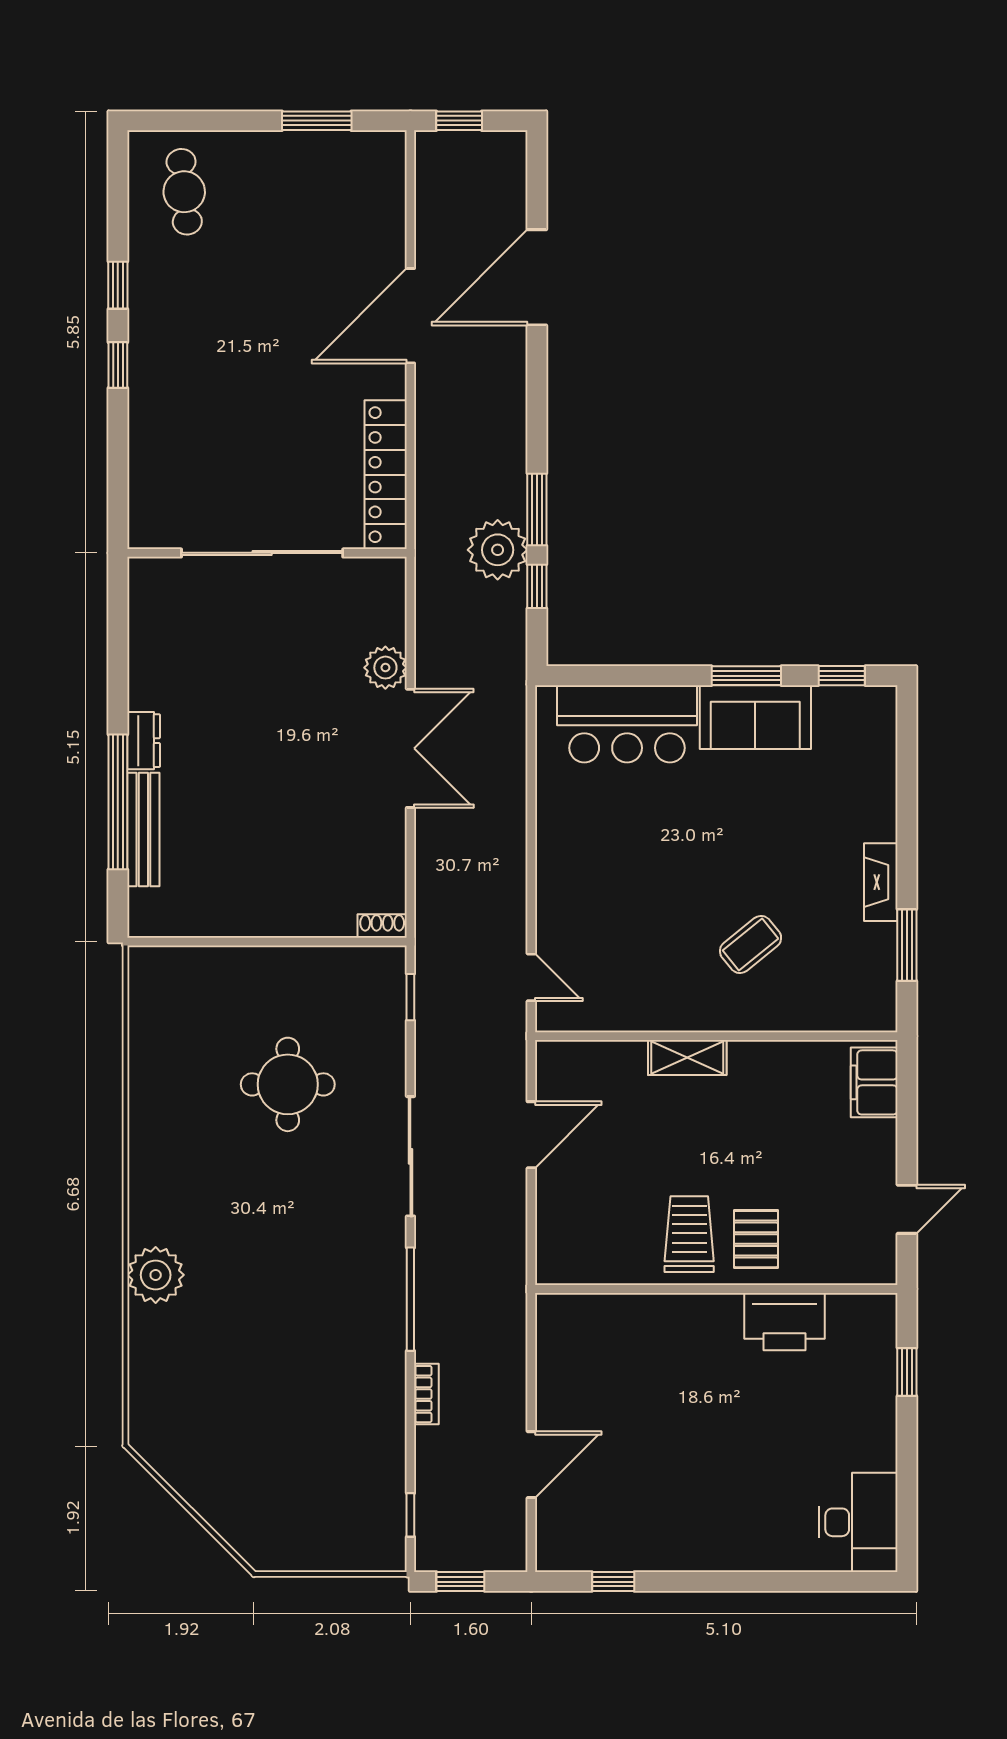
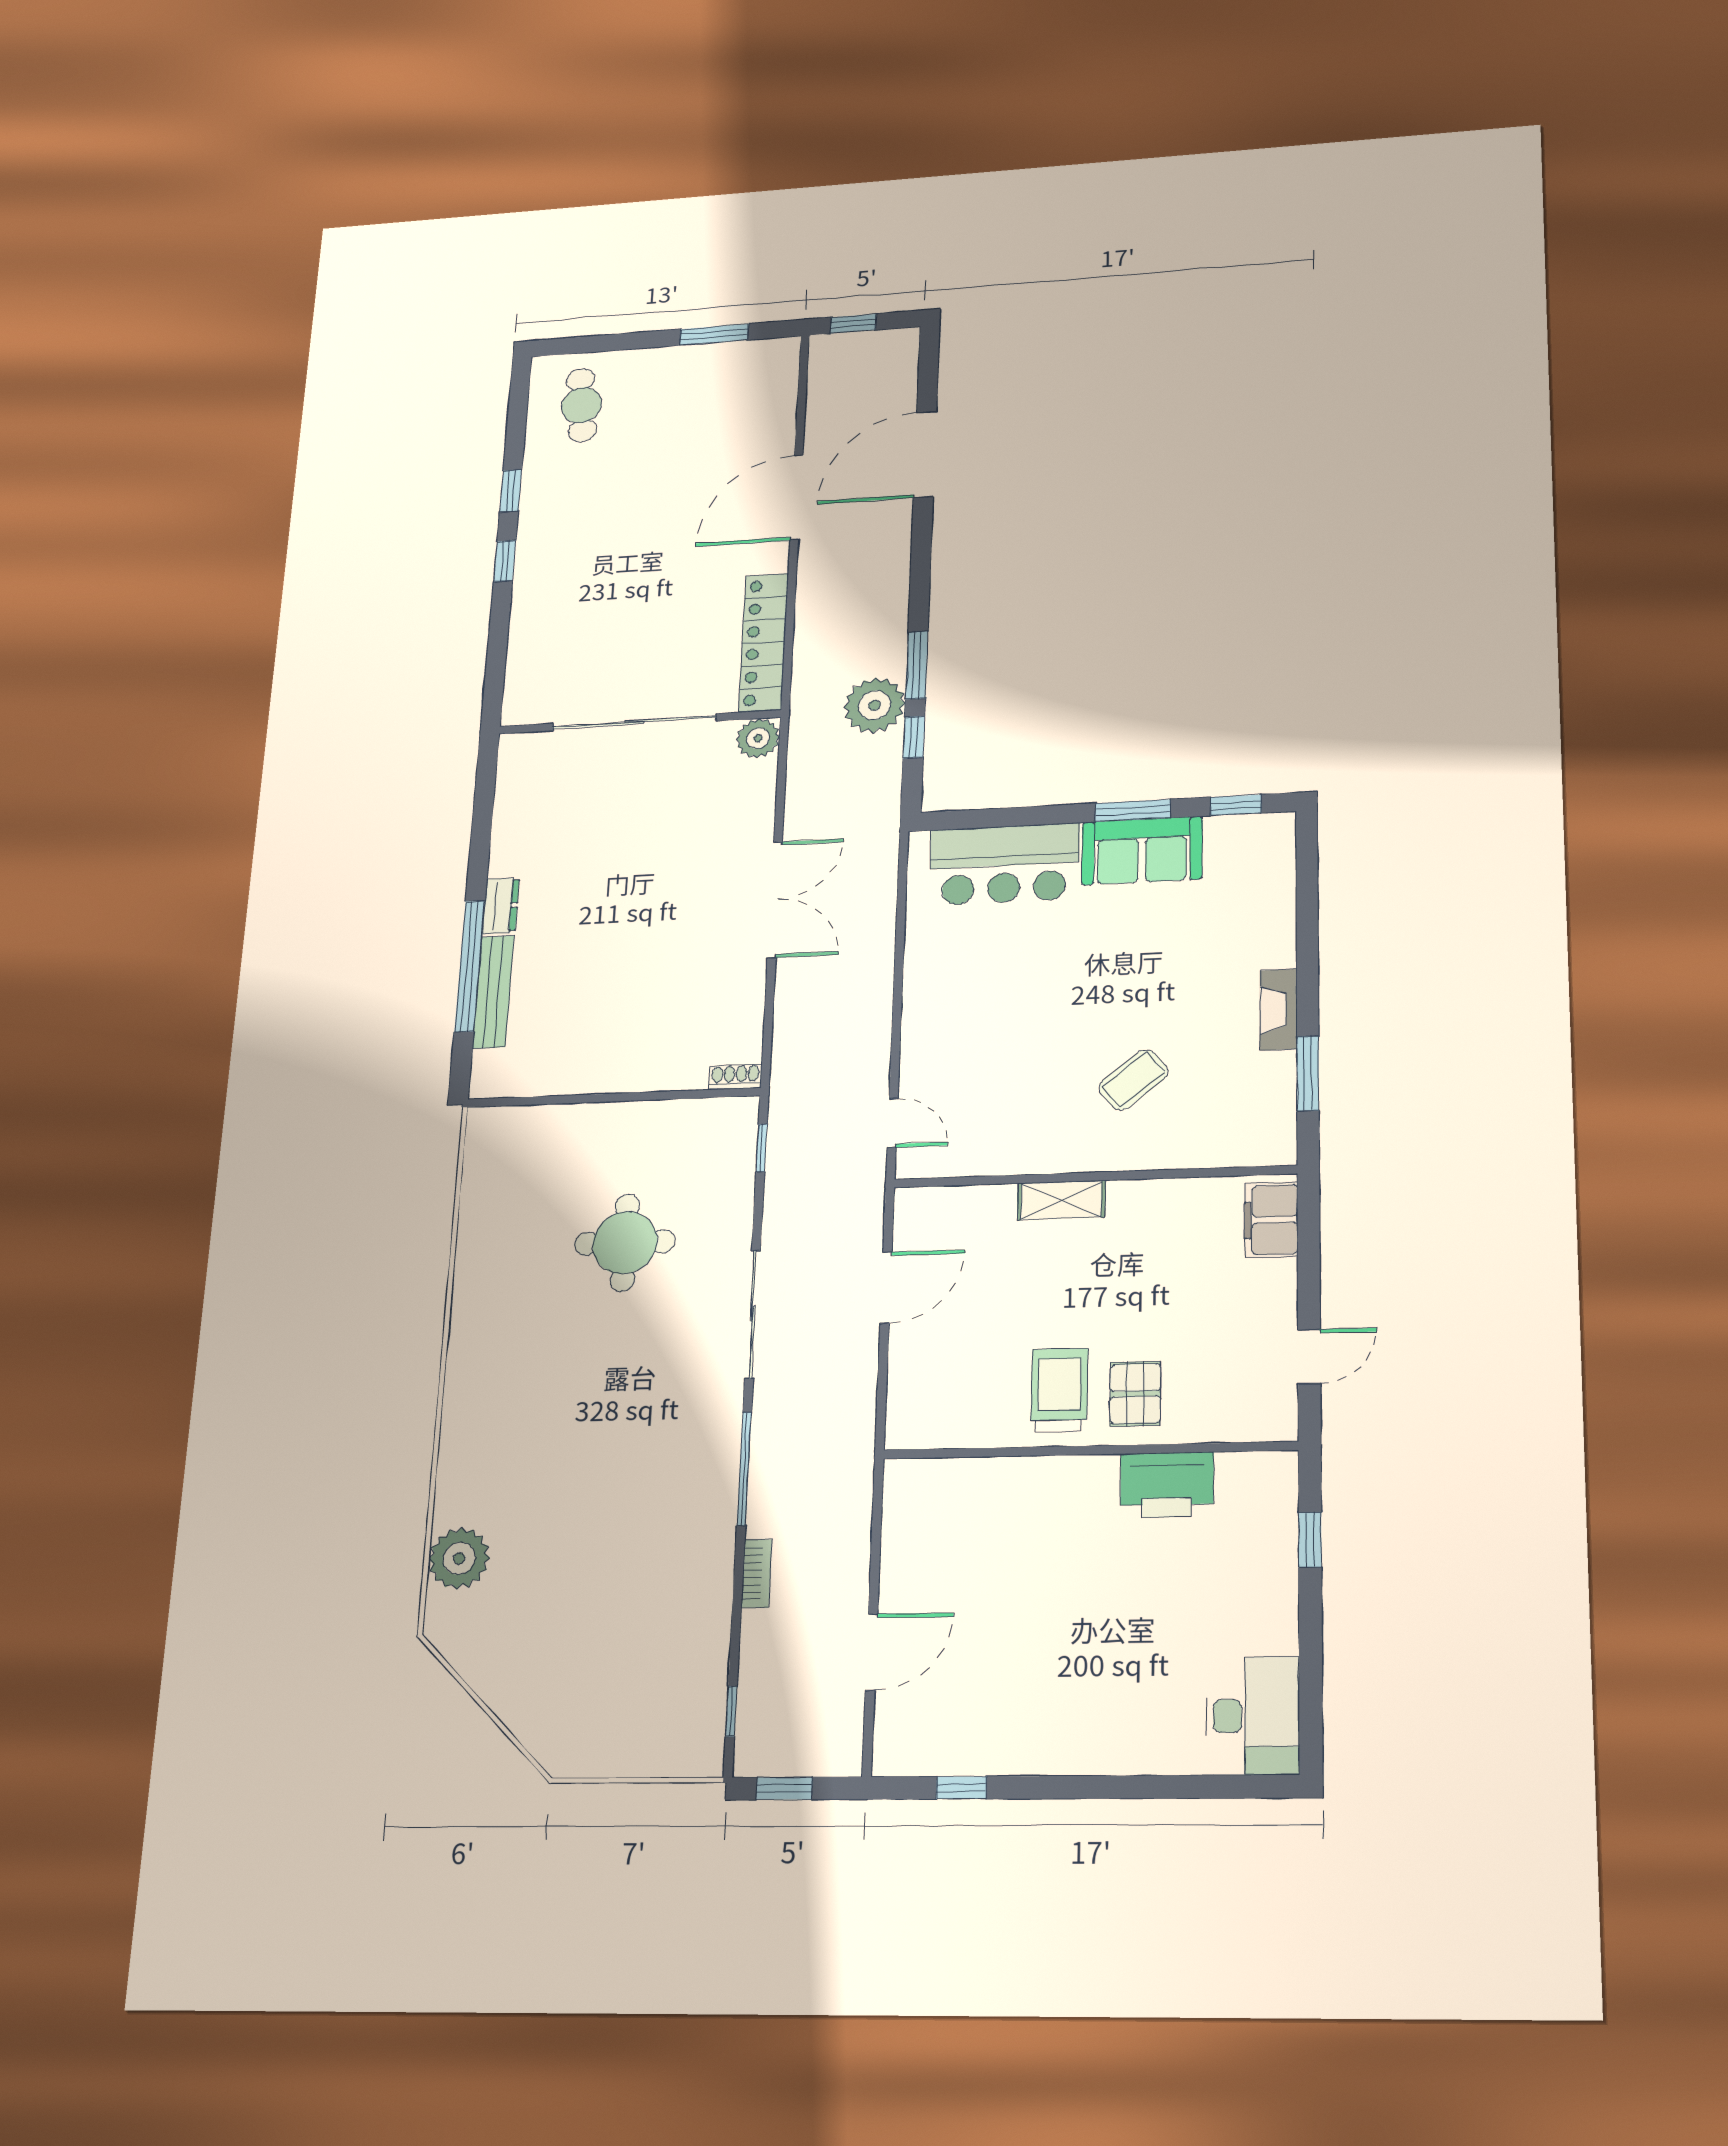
plant: (385, 668) -> (758, 738), moved
plant: (156, 1275) -> (459, 1558), moved

